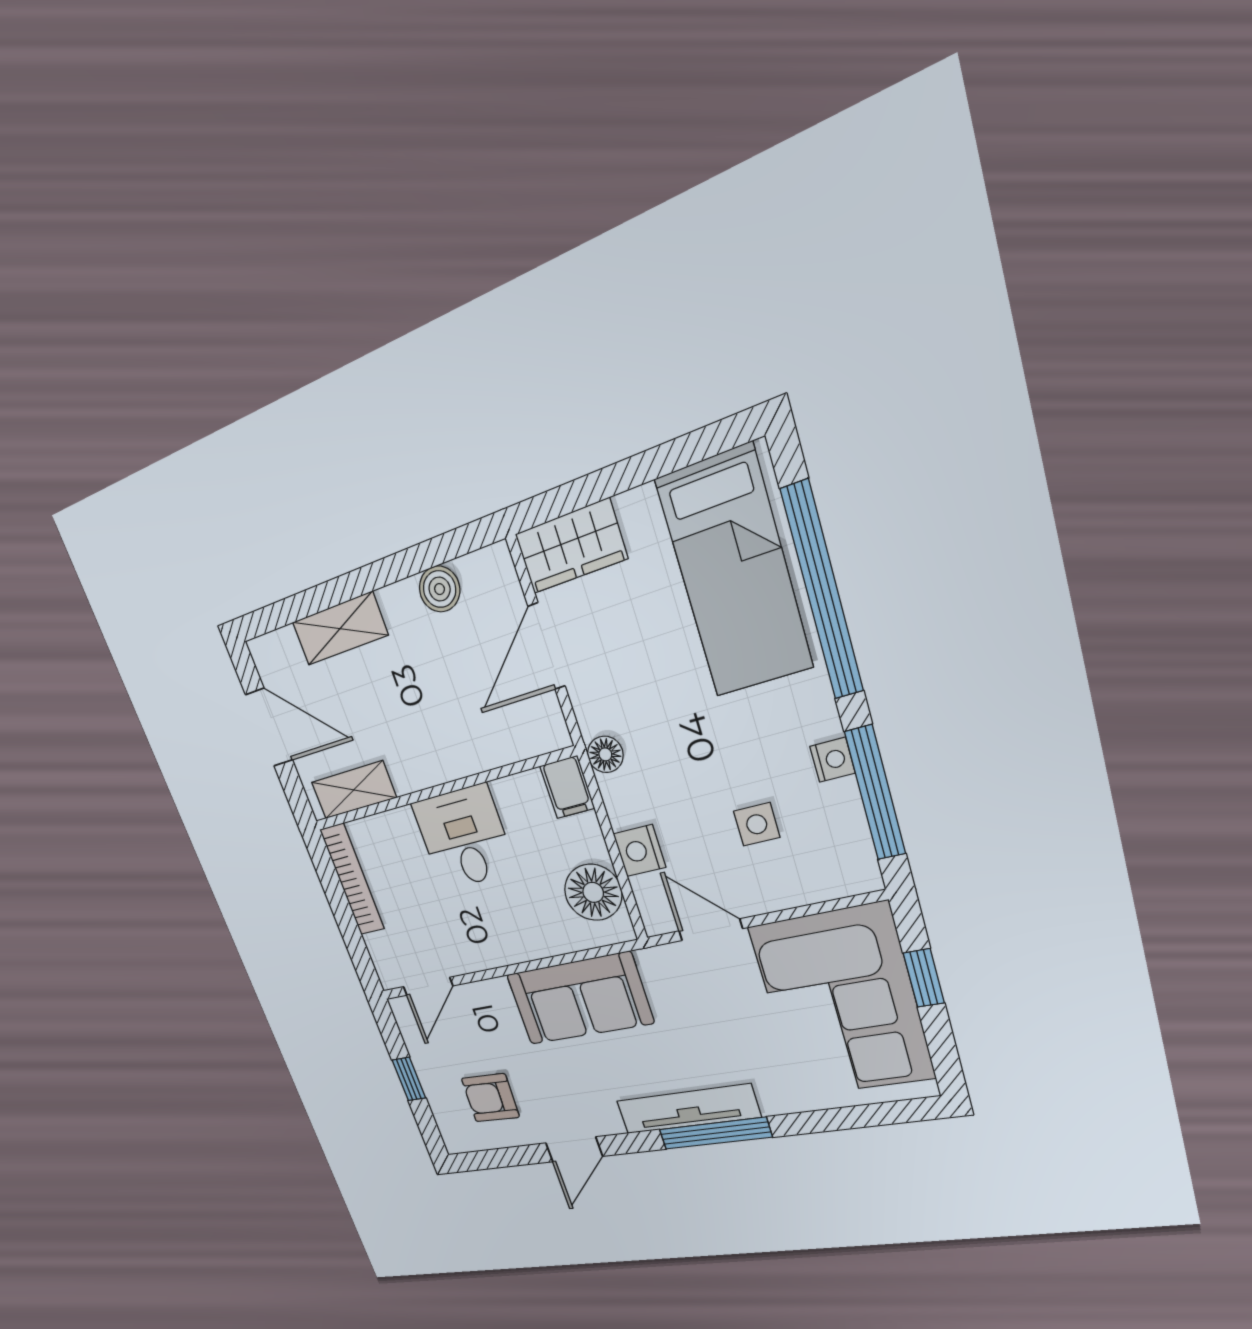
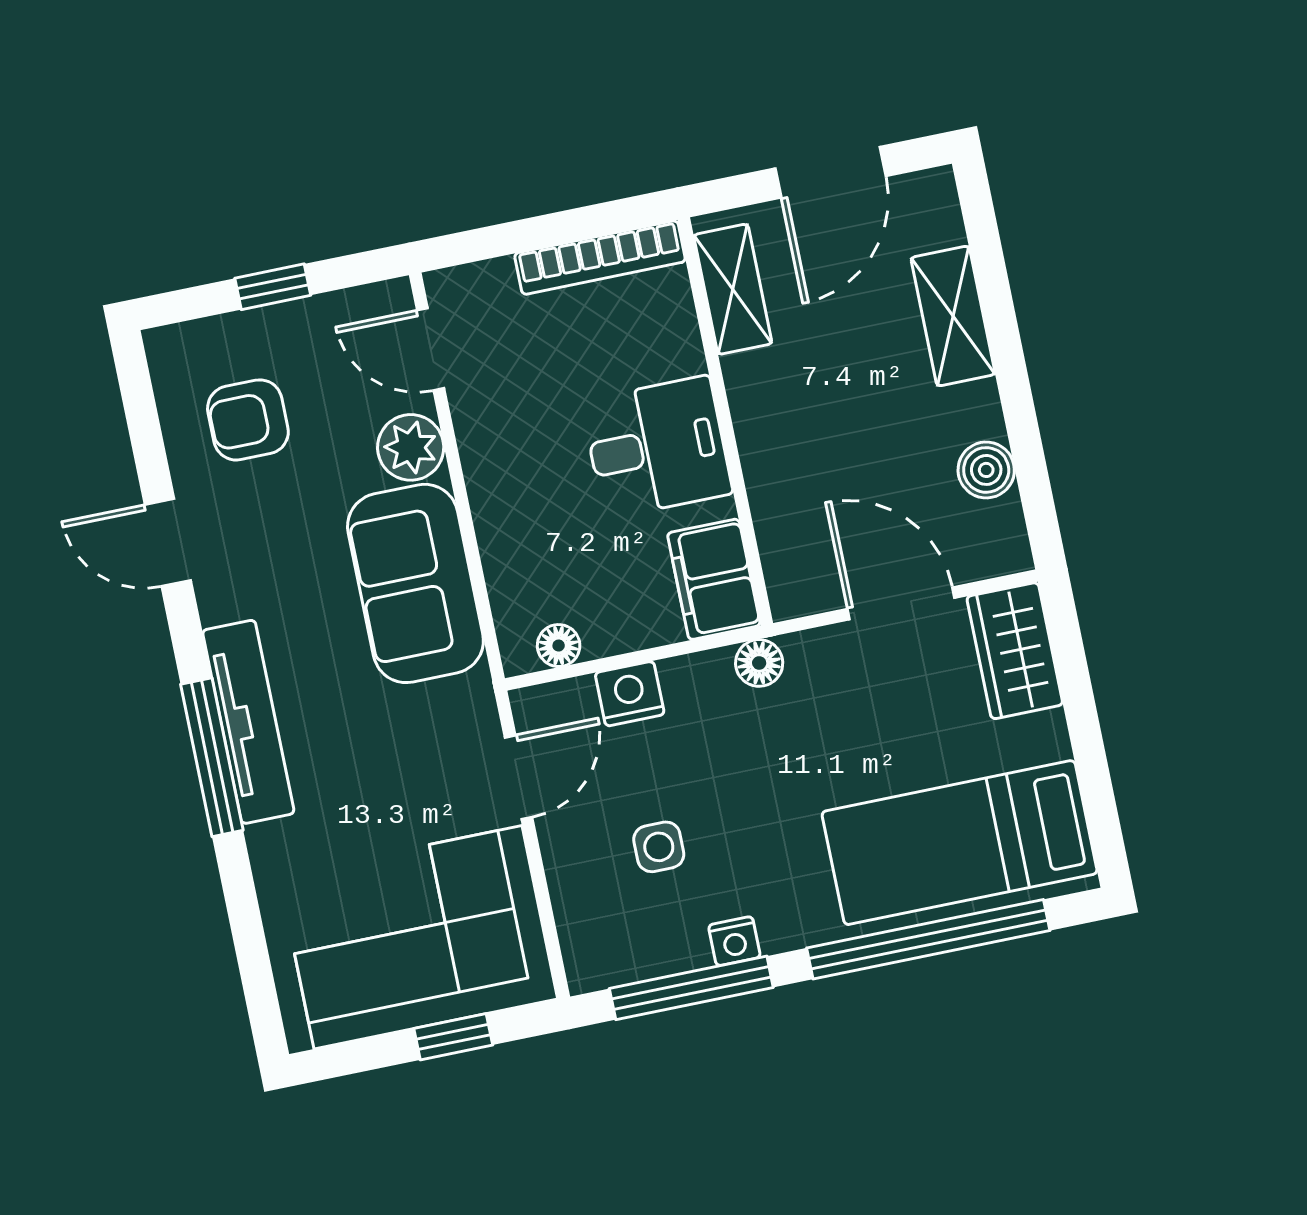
filing cabinet: (567, 787) -> (714, 579), width x2.00
floor lamp: (593, 892) -> (559, 646), width x0.53, depth x0.53
plant: (491, 1000) -> (411, 447), added
armchair: (490, 1098) -> (248, 420), turned -92

